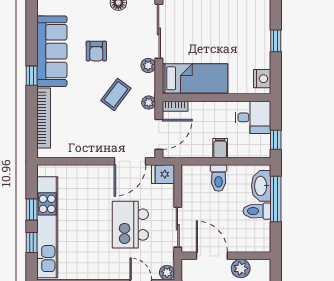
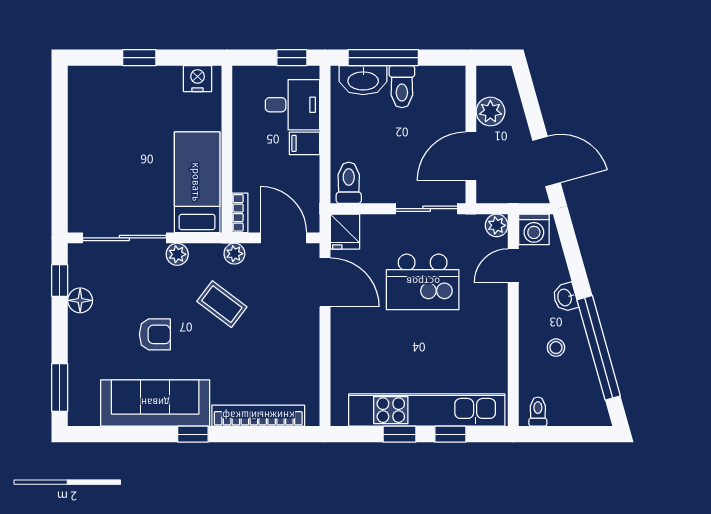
desk: (253, 117) -> (292, 105), moved, turned 90
toilet: (219, 178) -> (349, 183), moved, turned -90

